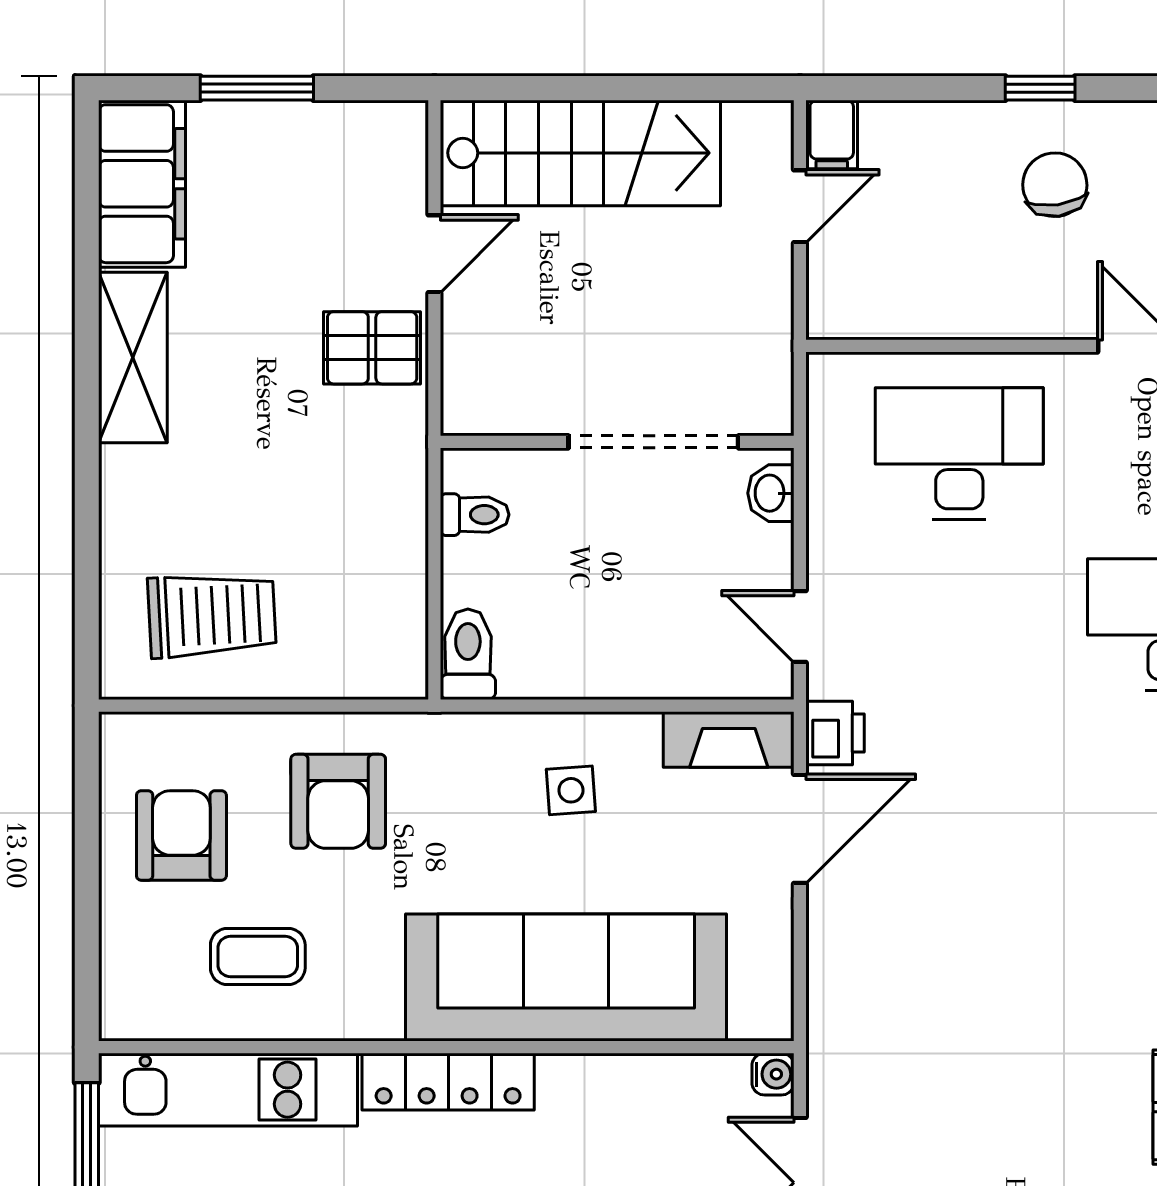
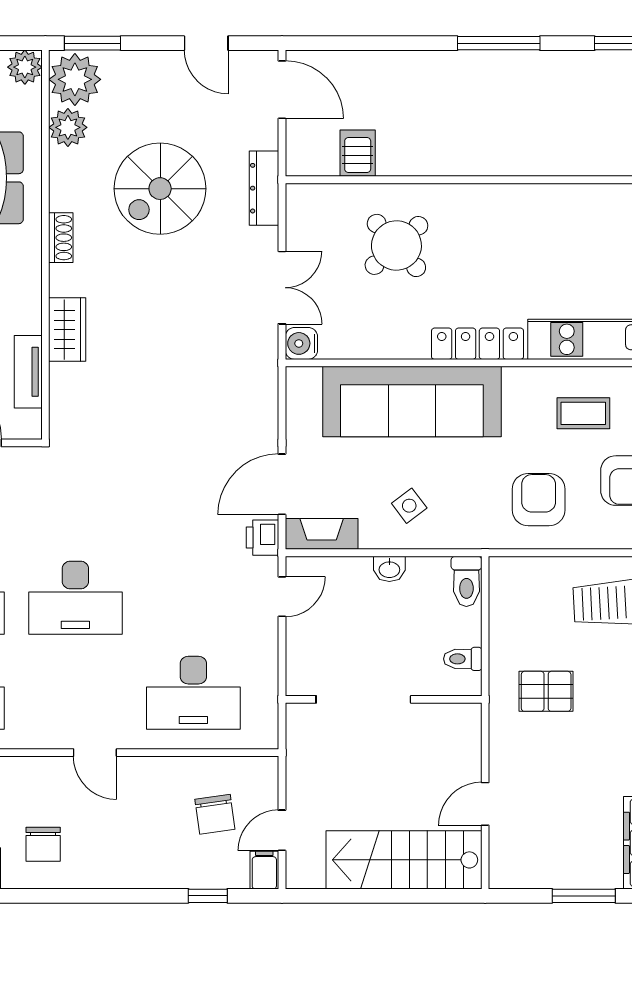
window: (1040, 88) -> (208, 896), moved
chair: (1055, 185) -> (215, 814), moved
pallet: (372, 348) -> (546, 691), moved
washbasin: (771, 493) -> (389, 569), moved, turned 90
door: (800, 627) -> (282, 597), hinge flipped
side table: (571, 790) -> (409, 506), turned -33
water cooler: (773, 1074) -> (301, 343), width x1.38, depth x1.38

